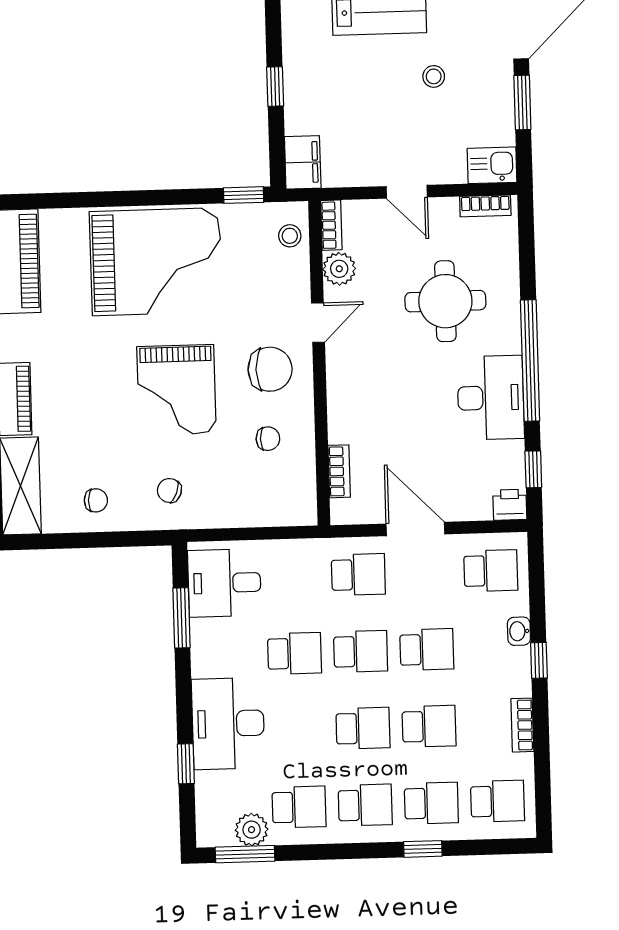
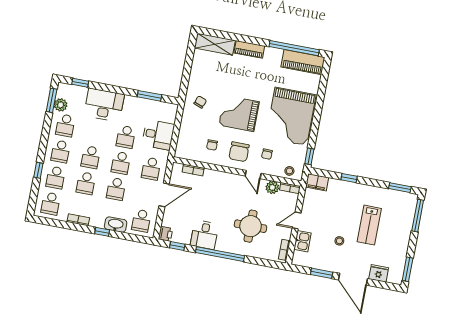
kitchen sink: (492, 165) -> (302, 241), moved
desk: (491, 398) -> (204, 235), width x0.73
chair: (96, 500) -> (267, 154), moved
desk: (224, 583) -> (158, 135), moved, turned 90
washbasin: (519, 631) -> (116, 225), width x1.91, depth x1.45
window: (186, 764) -> (80, 83), moved

